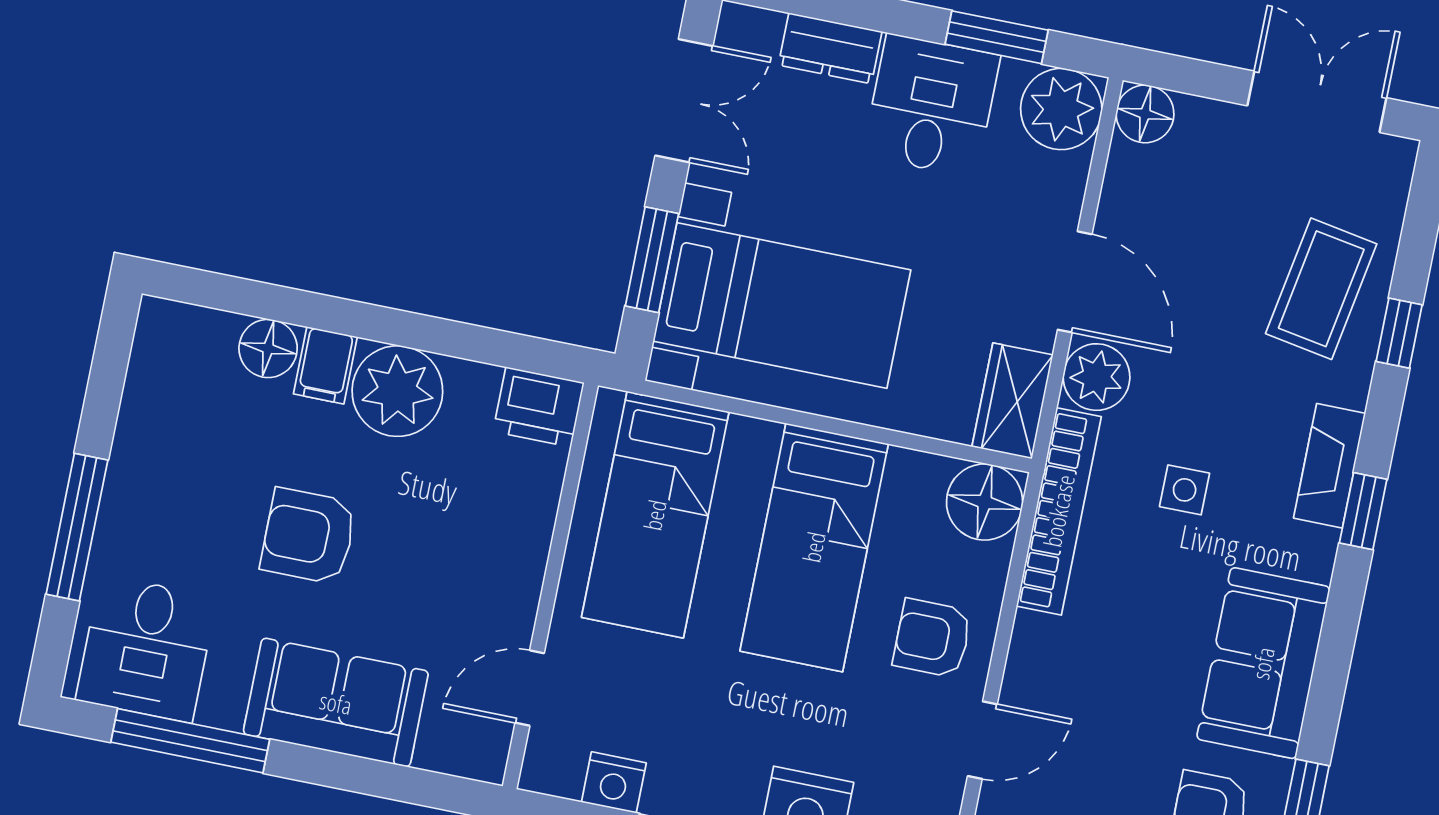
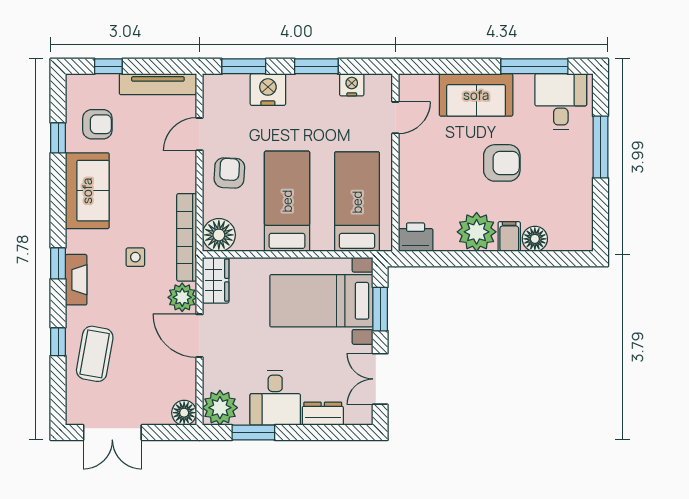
armchair: (932, 638) -> (229, 173), turned -87

